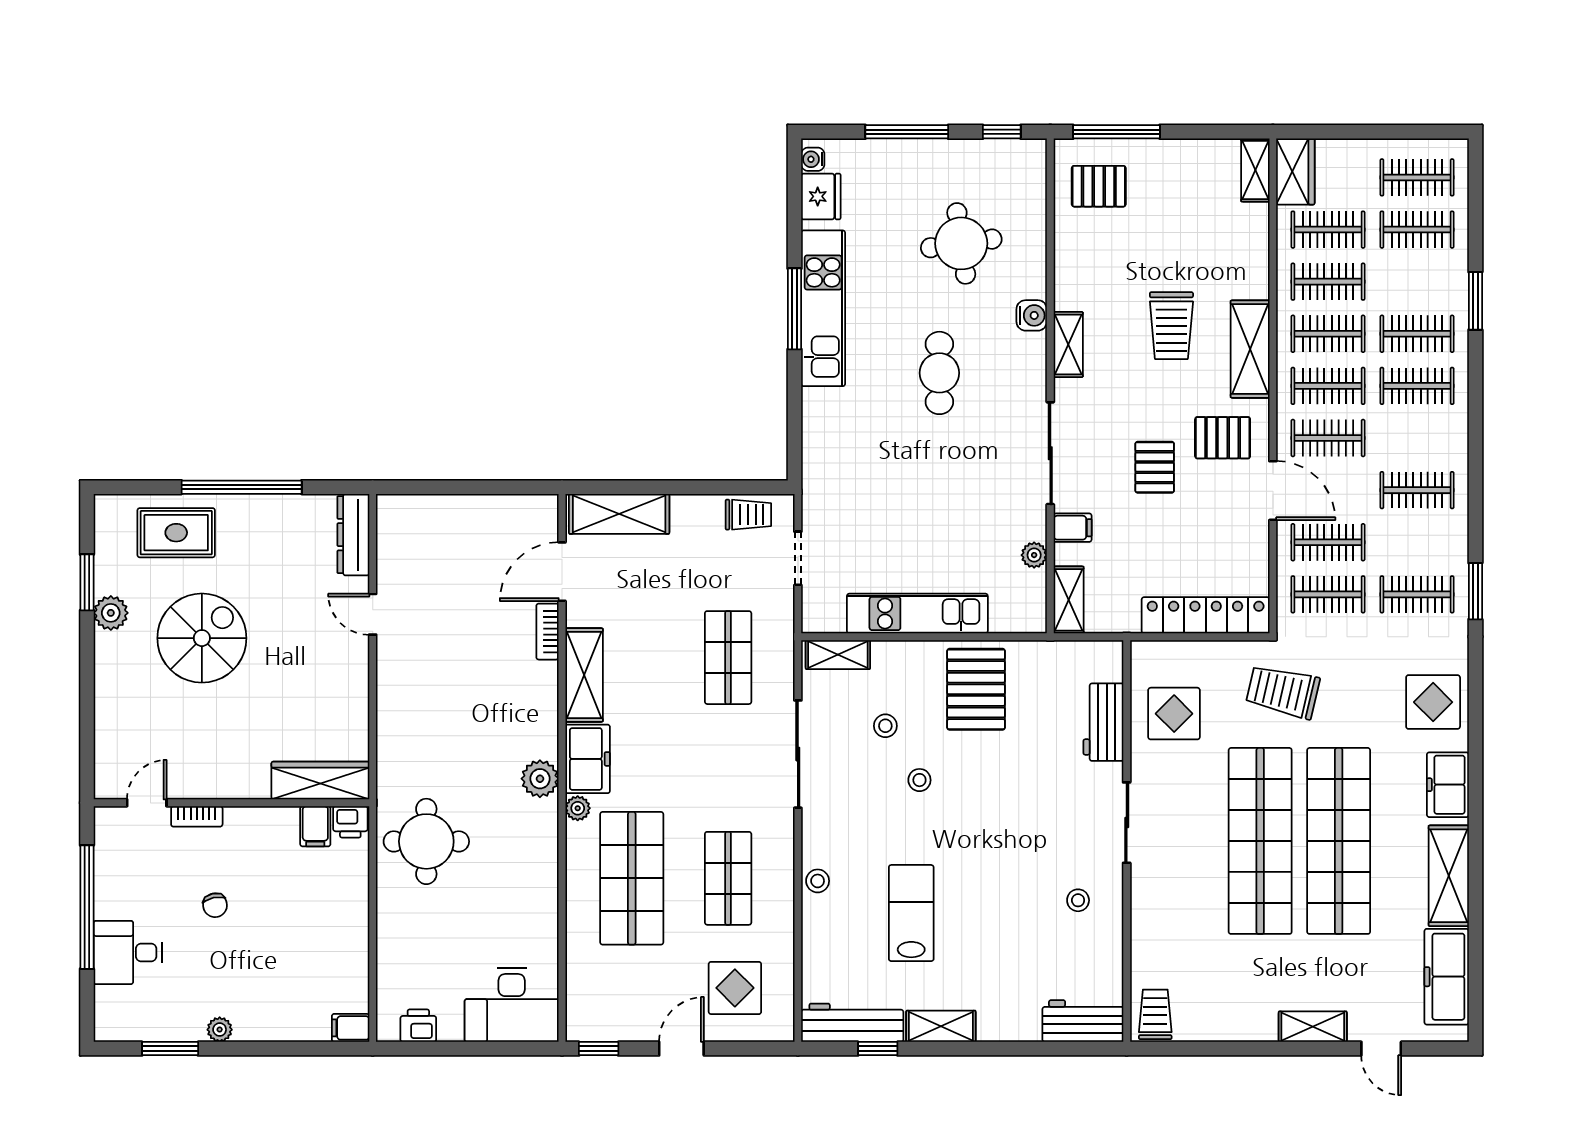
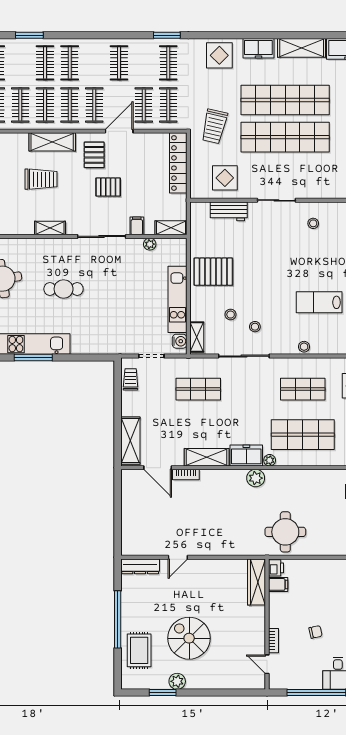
water cooler: (1032, 315) -> (180, 341), moved, turned 90
stool: (919, 780) -> (255, 327), moved

